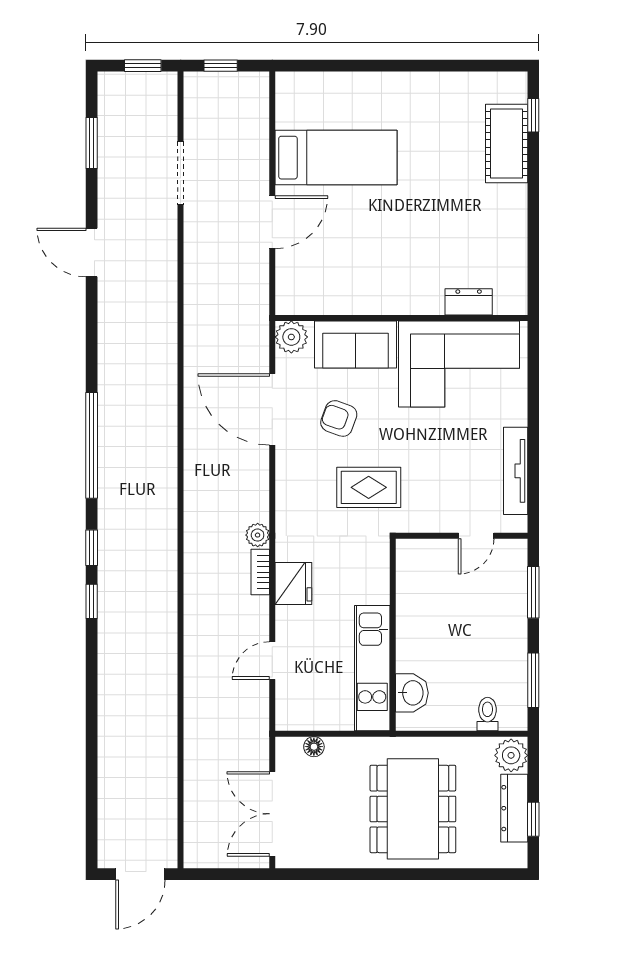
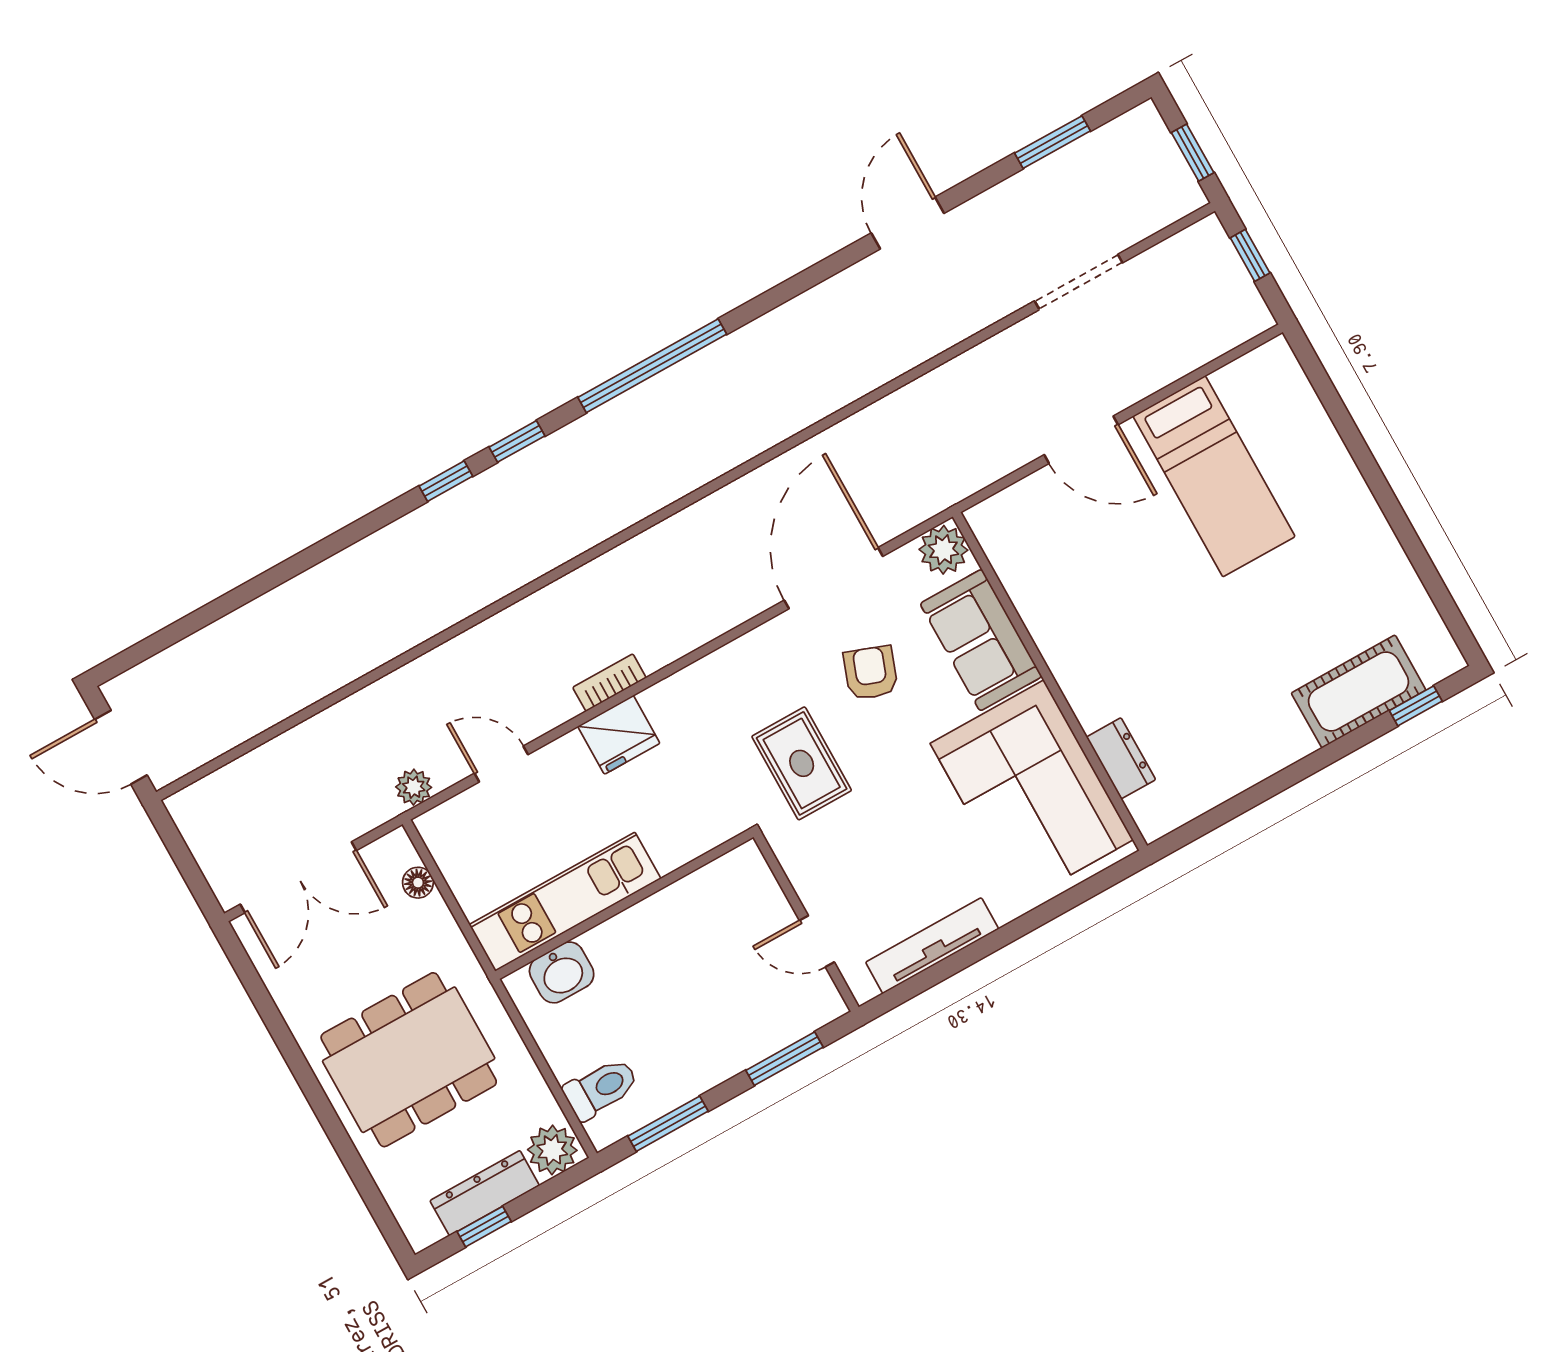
plant: (258, 535) -> (414, 787), moved
toilet: (487, 714) -> (601, 1088), width x1.37, depth x1.39
double door: (272, 814) -> (298, 877), swing flipped

